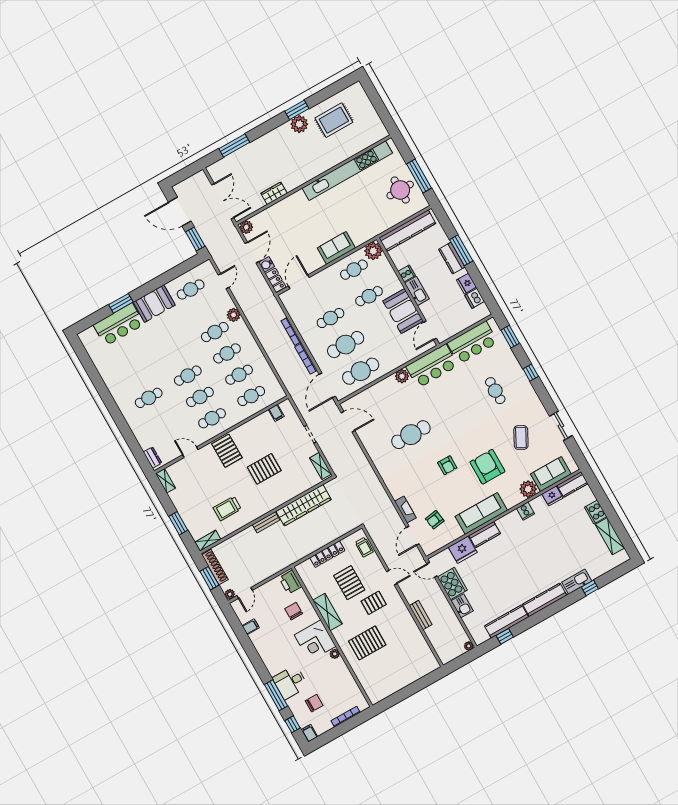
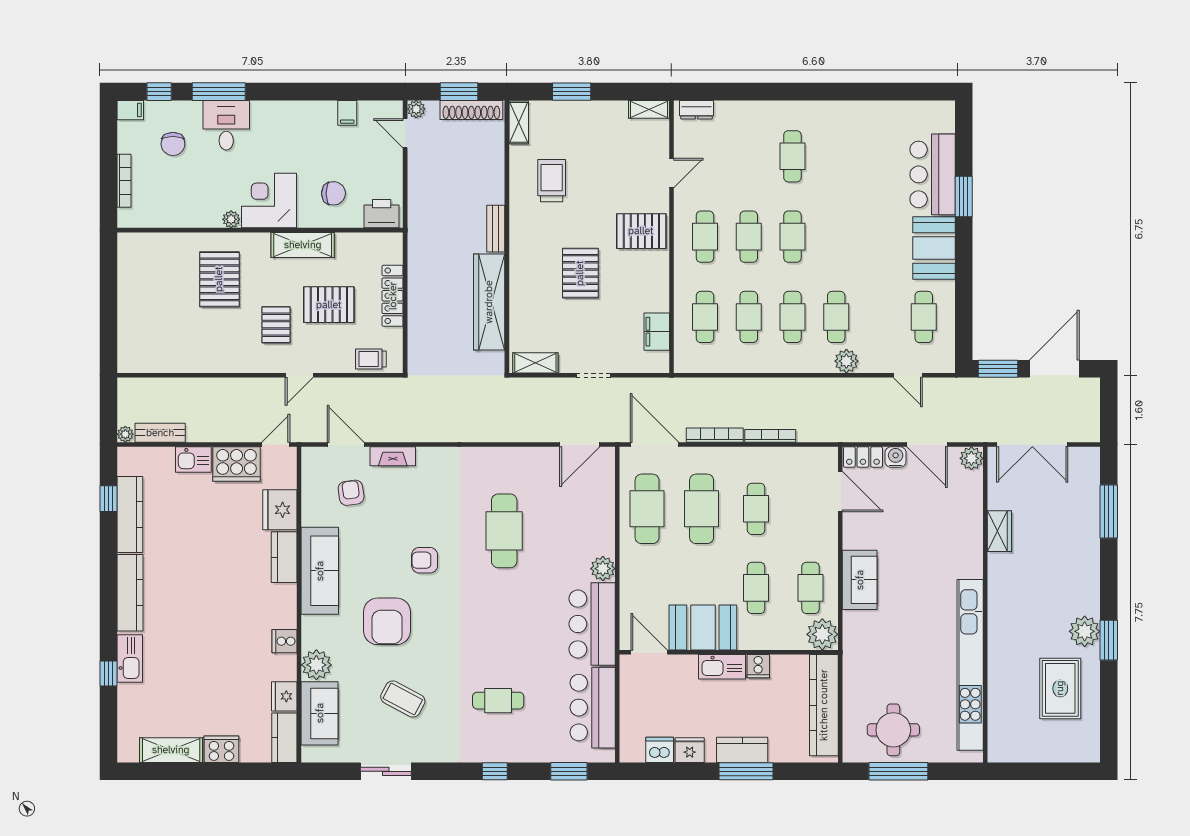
filing cabinet: (276, 413) -> (657, 332), width x2.00
armchair: (487, 467) -> (387, 621), turned 90
bench: (421, 615) -> (160, 433), moved

